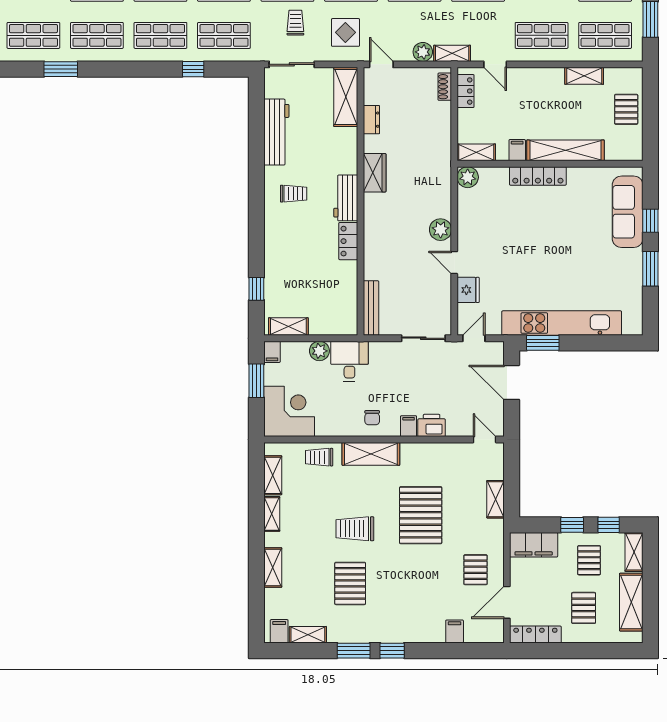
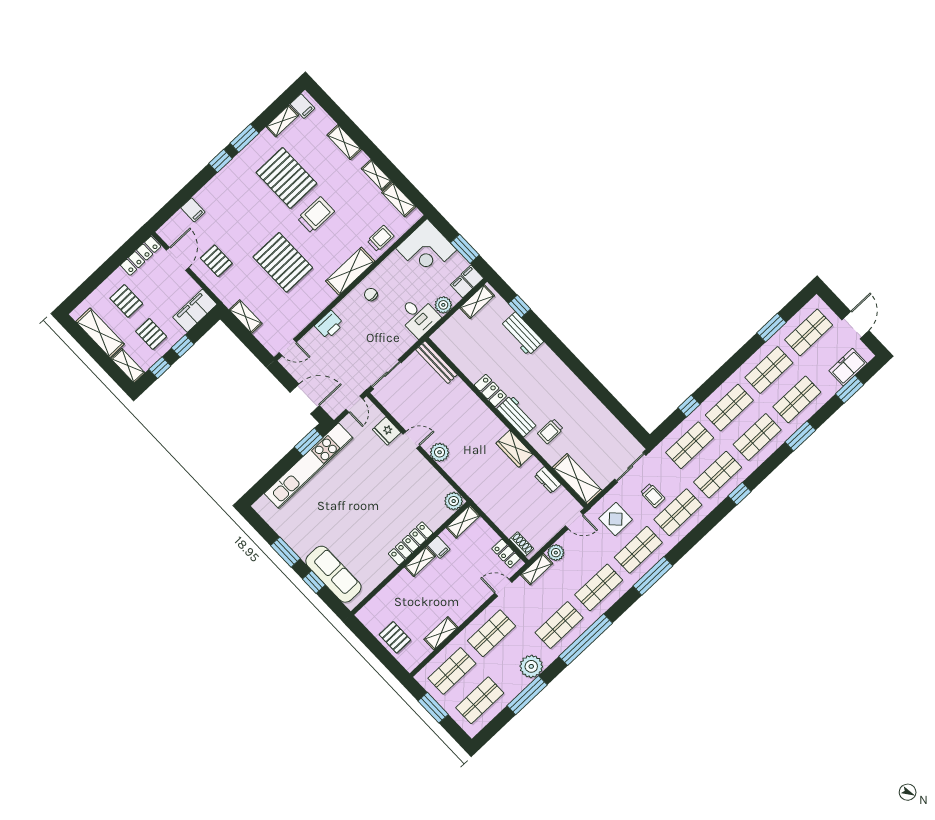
workbench: (276, 132) -> (522, 334), moved, width x0.73
shelving: (565, 150) -> (420, 562), width x0.45, depth x0.75
trolley: (294, 194) -> (550, 431), moved
filing cabinet: (409, 426) -> (462, 287), moved, turned 180
pallet: (350, 583) -> (286, 178), width x1.37, depth x1.41

